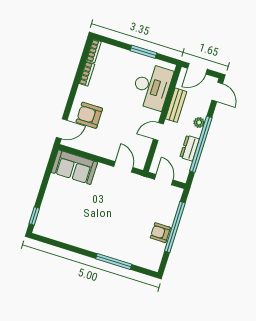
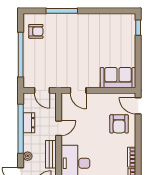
armchair: (89, 115) -> (119, 124), turned 90
plant: (199, 123) -> (28, 156), moved
door: (62, 129) -> (138, 106), hinge flipped
armchair: (160, 233) -> (36, 31), moved

